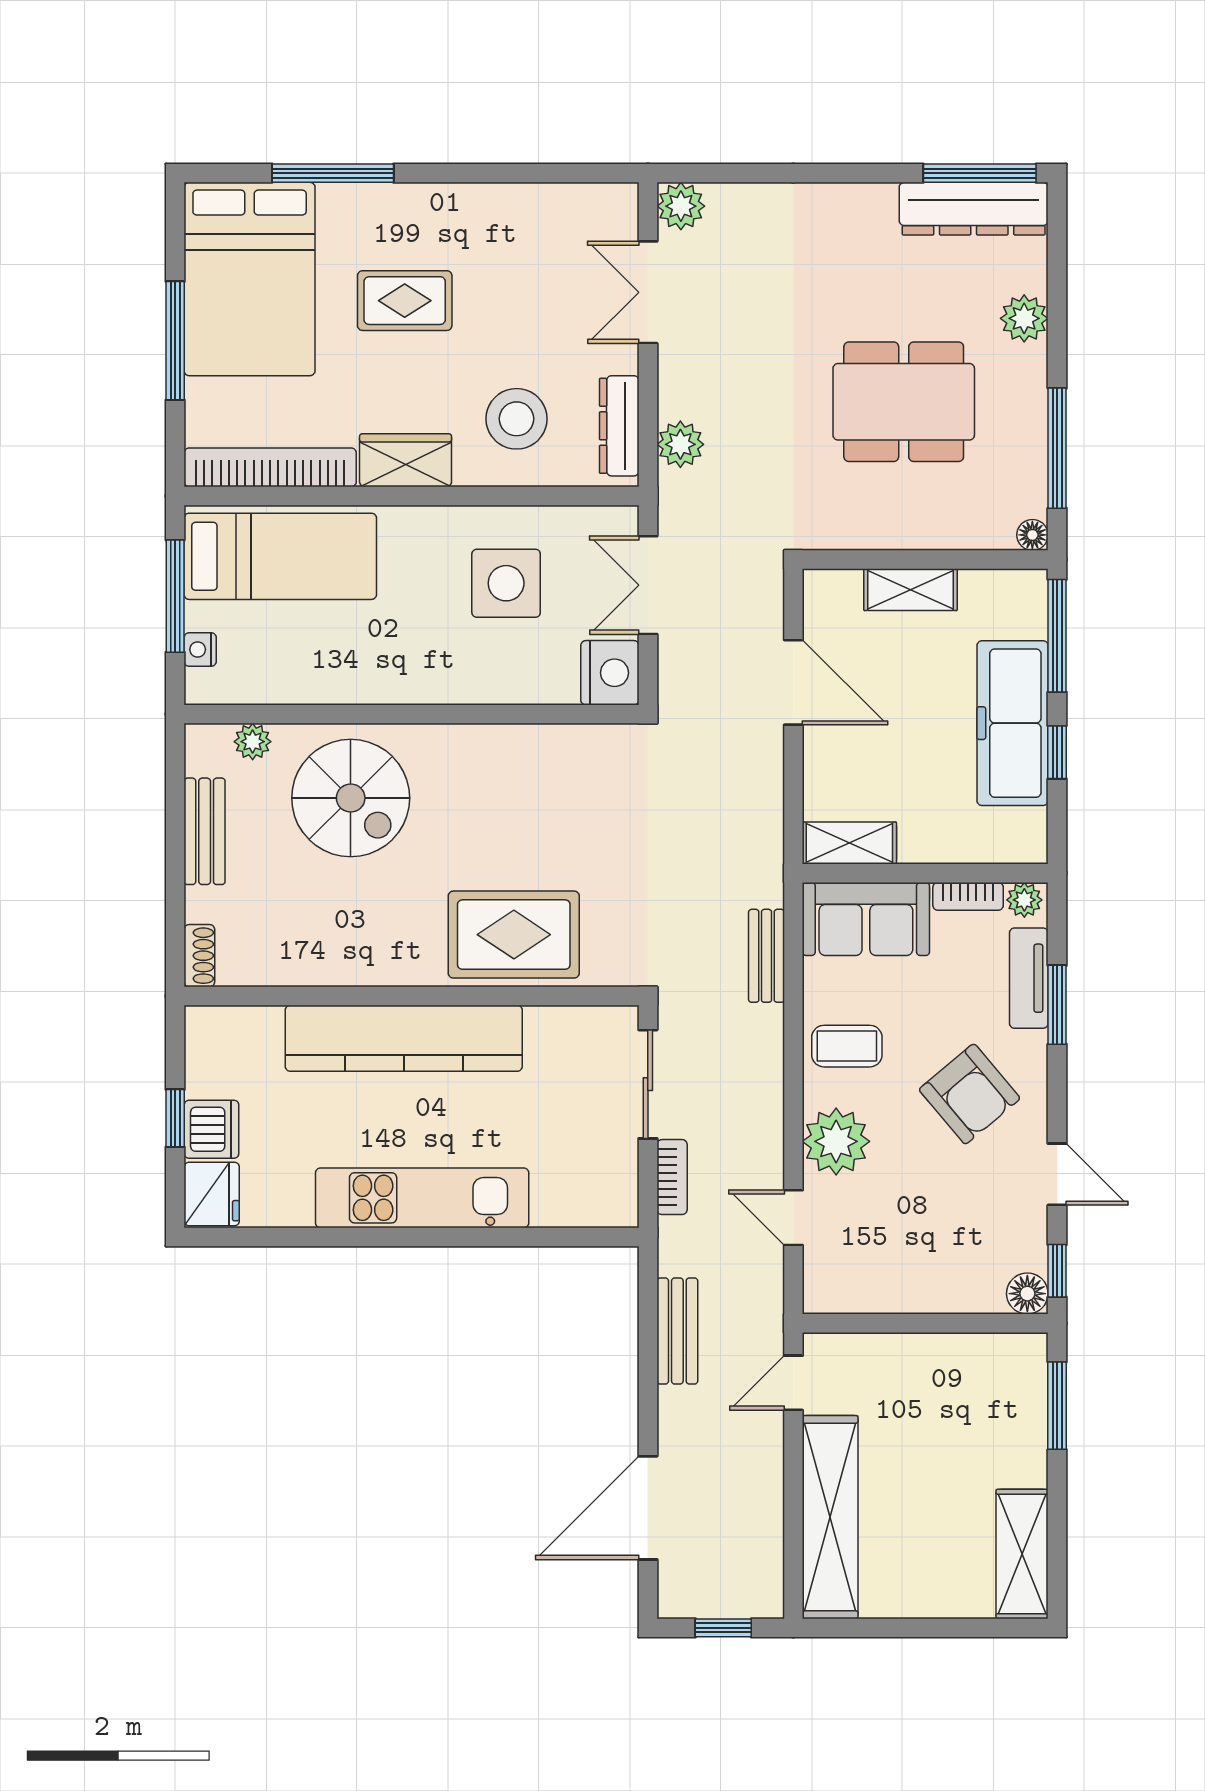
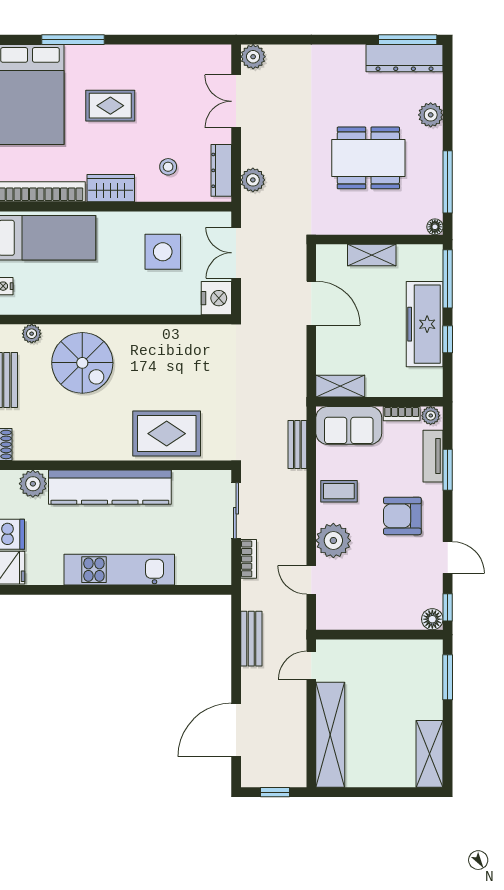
stool: (517, 419) -> (168, 167), width x0.53, depth x0.53
plant: (255, 1032) -> (33, 484), added
armchair: (970, 1094) -> (402, 516), turned 130

